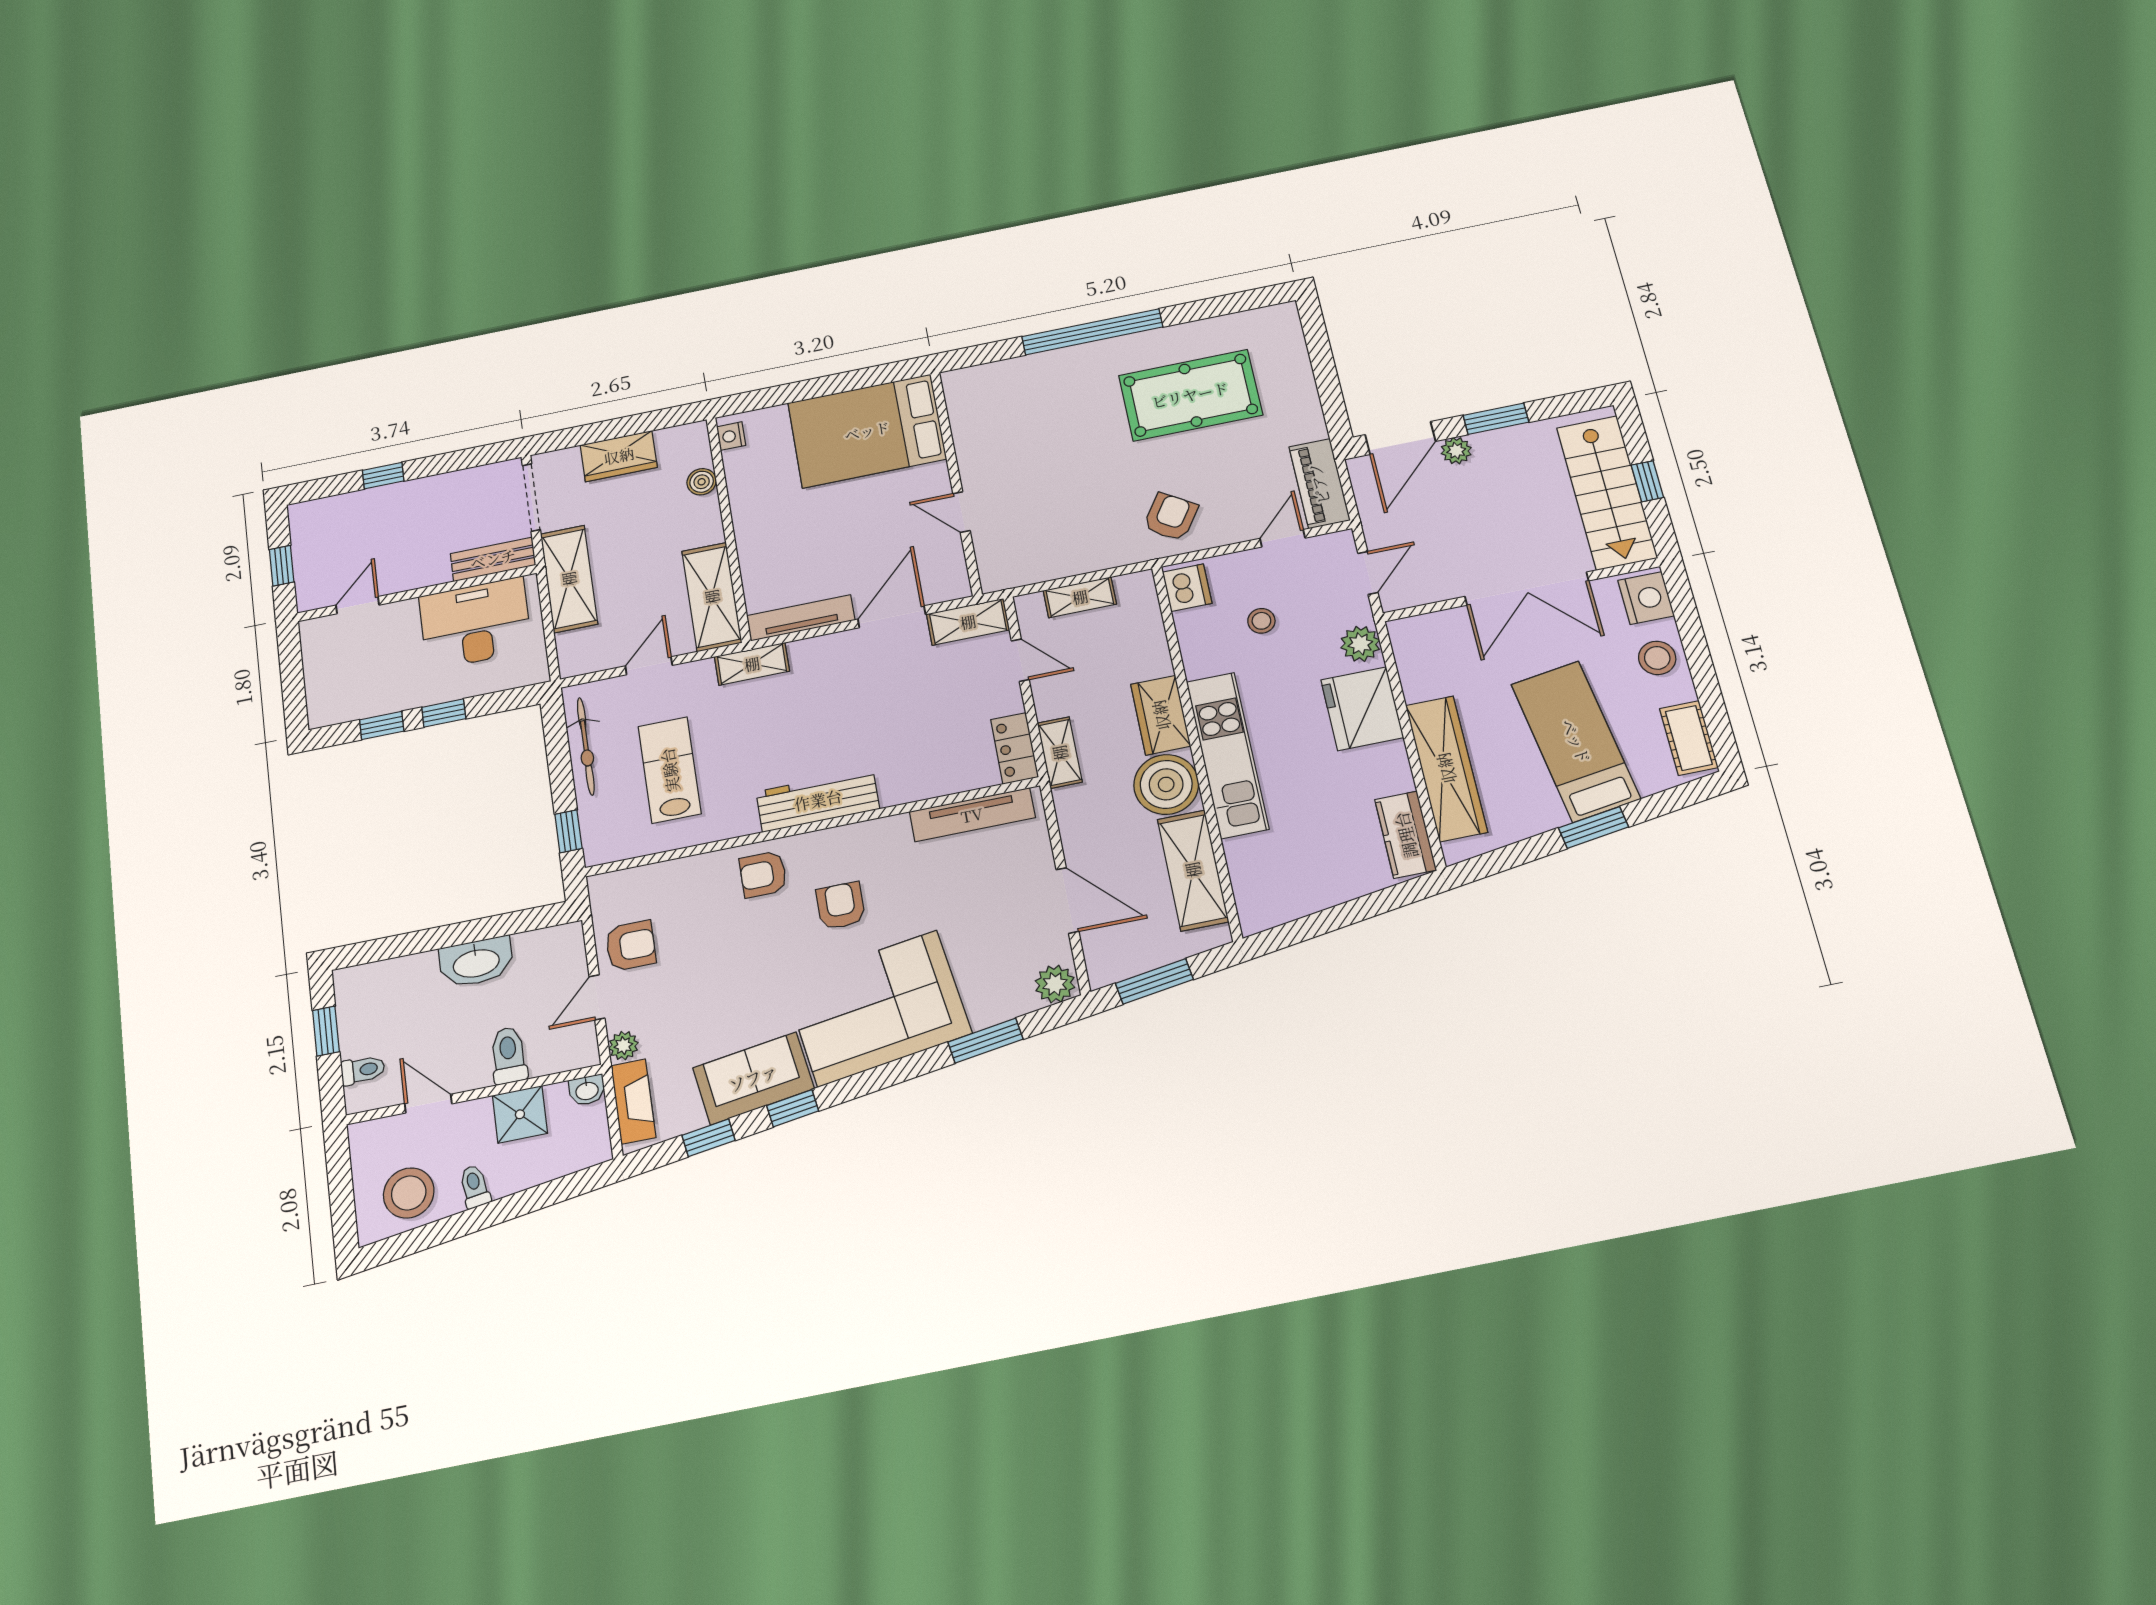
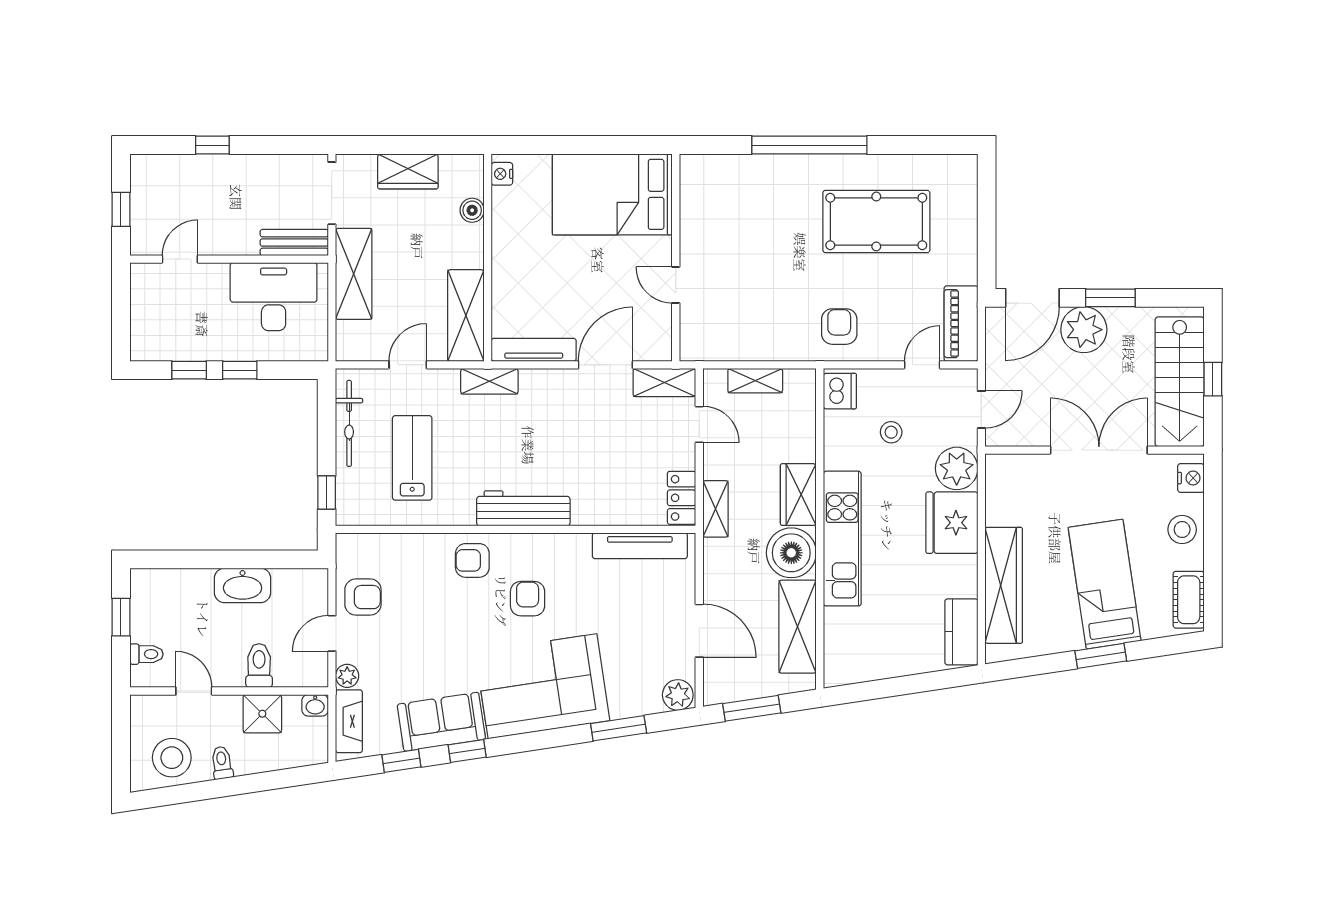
plant: (1456, 451) -> (1084, 330), width x1.87, depth x1.87
armchair: (1171, 517) -> (839, 327), turned -33
double door: (1527, 589) -> (1099, 450), swing flipped
nightstand: (1646, 598) -> (1191, 478), width x0.74, depth x0.75
plant: (1360, 644) -> (957, 468), width x1.36, depth x1.36

